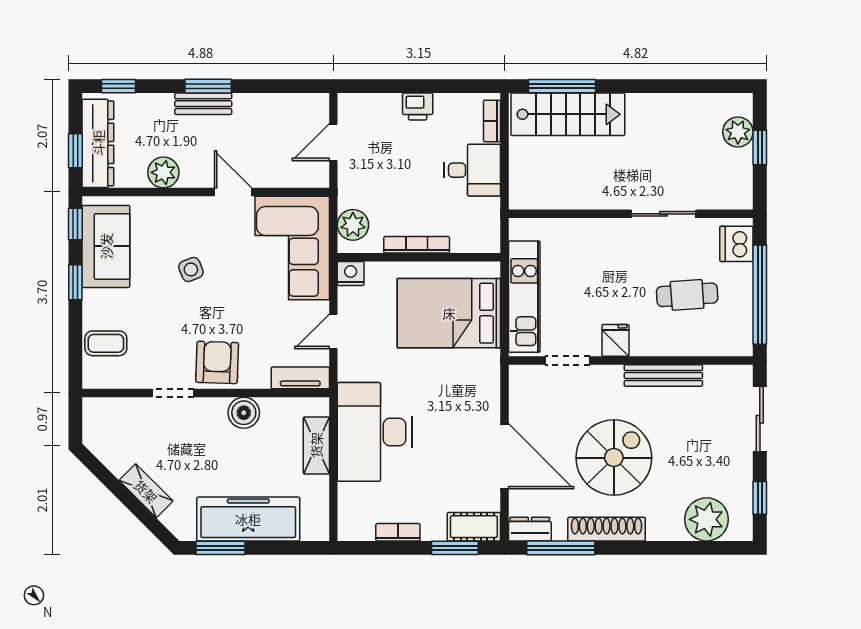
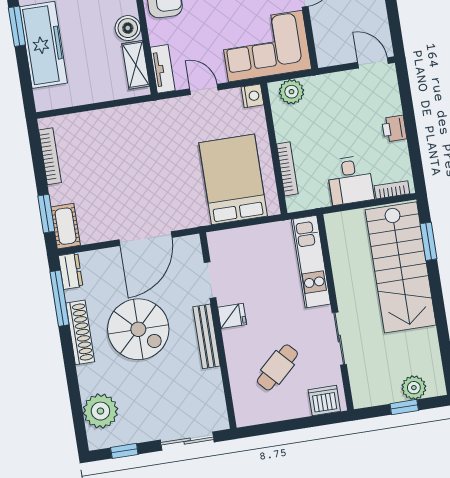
window: (562, 86) -> (429, 241), width x0.69
stairs: (568, 114) -> (401, 267), width x1.36, depth x1.51
door: (333, 142) -> (373, 63), moved
bookcase: (417, 245) -> (287, 169), moved
cafe table: (687, 295) -> (277, 367), turned 51
window: (760, 295) -> (287, 425), removed
kitchen unit: (524, 297) -> (311, 262), moved, turned 90
bench: (663, 375) -> (207, 336), moved
desk: (374, 432) -> (129, 135), removed
shelving: (316, 445) -> (136, 65), moved, turned 90
door: (504, 456) -> (145, 239), moved
bookcase: (398, 532) -> (50, 156), width x1.56

